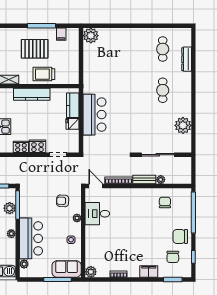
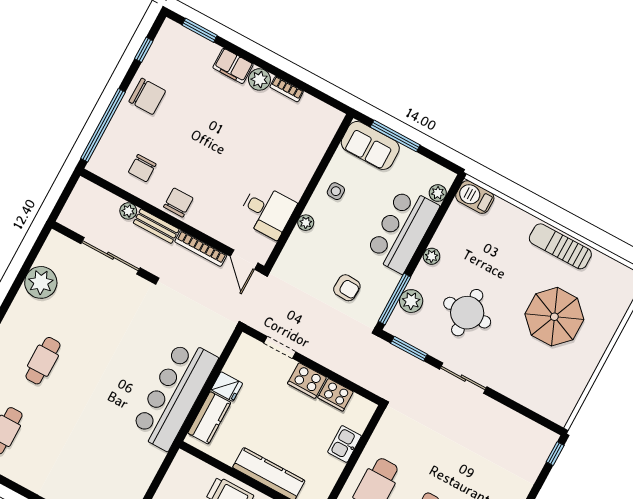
bar counter: (95, 115) -> (174, 395), width x1.36
armchair: (63, 201) -> (347, 288), moved
chair: (173, 257) -> (178, 202), moved
plant: (91, 272) -> (259, 79), moved

